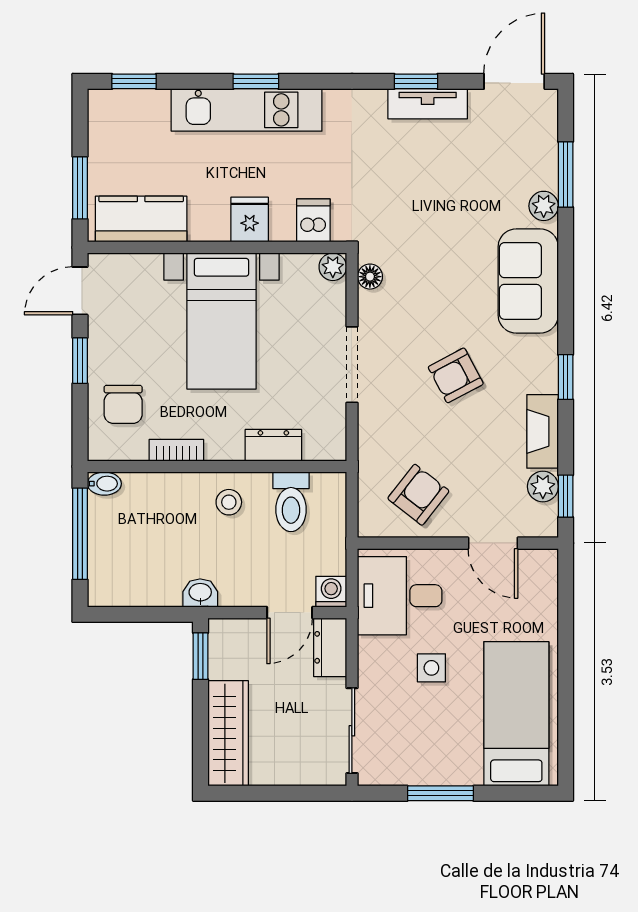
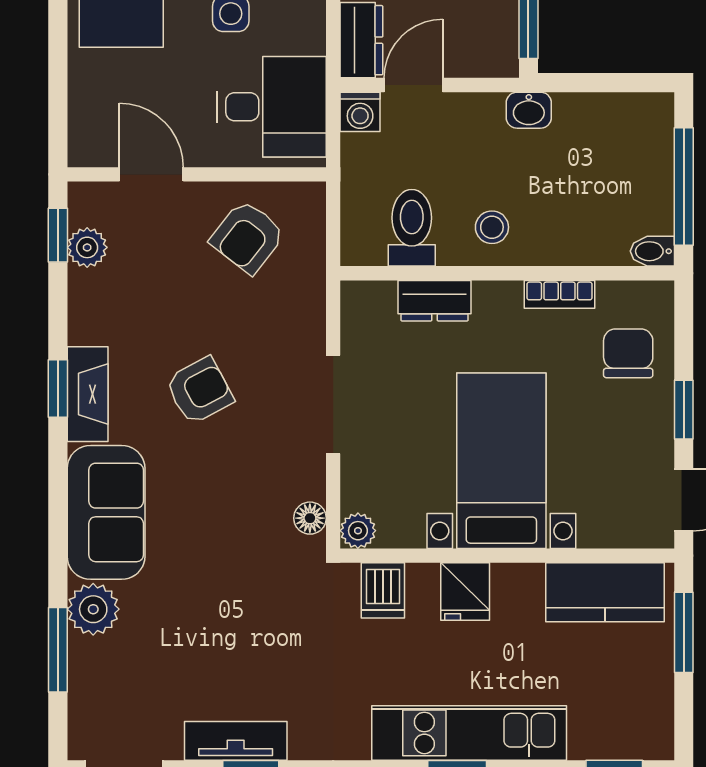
plant: (544, 206) -> (93, 609), width x1.38, depth x1.38
fireplace: (543, 431) -> (88, 394), moved

